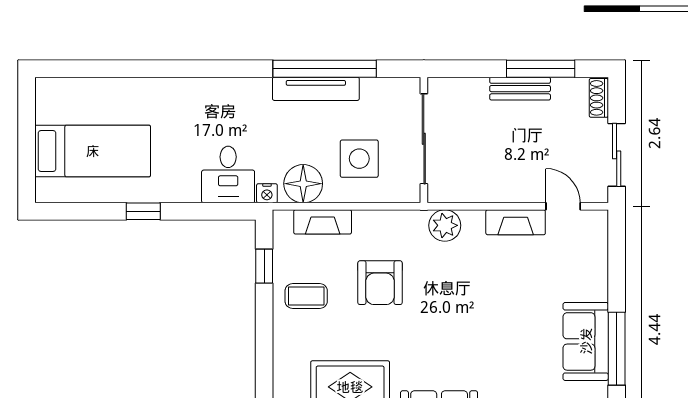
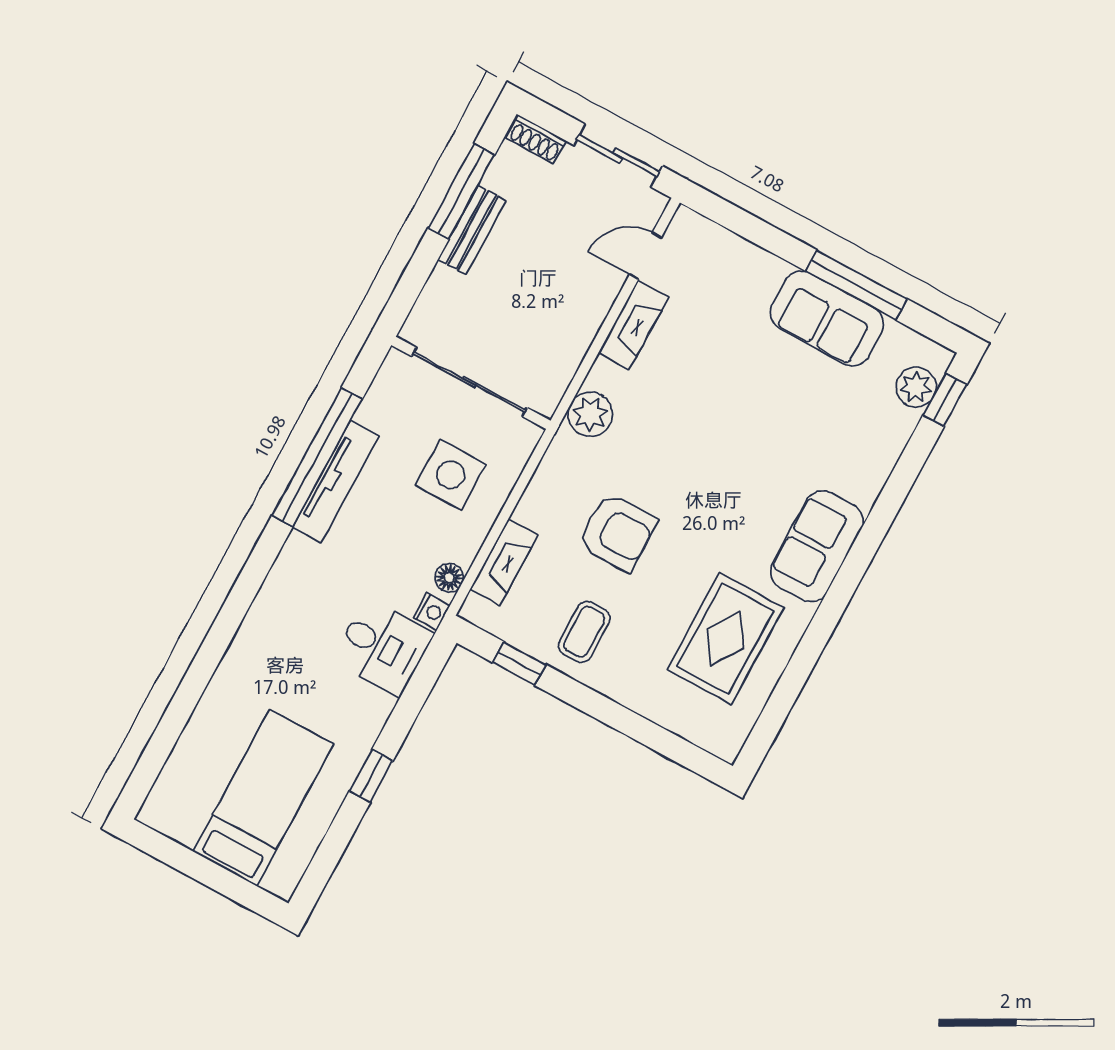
floor lamp: (303, 184) -> (449, 578), width x0.53, depth x0.53

